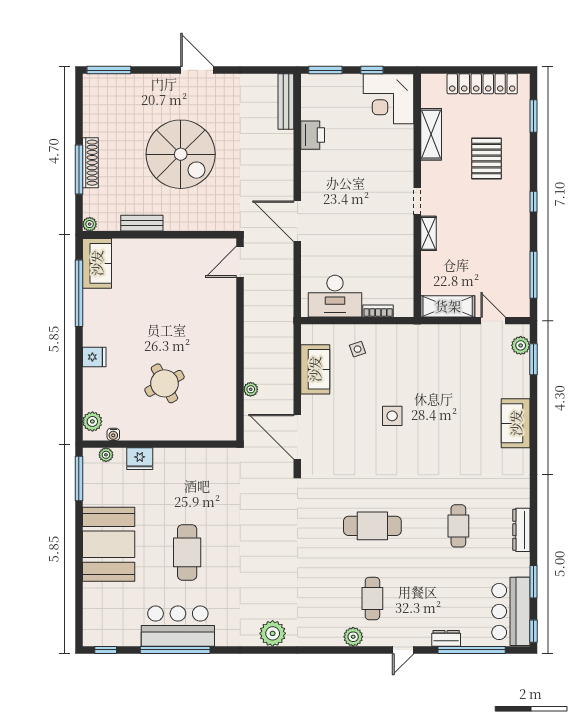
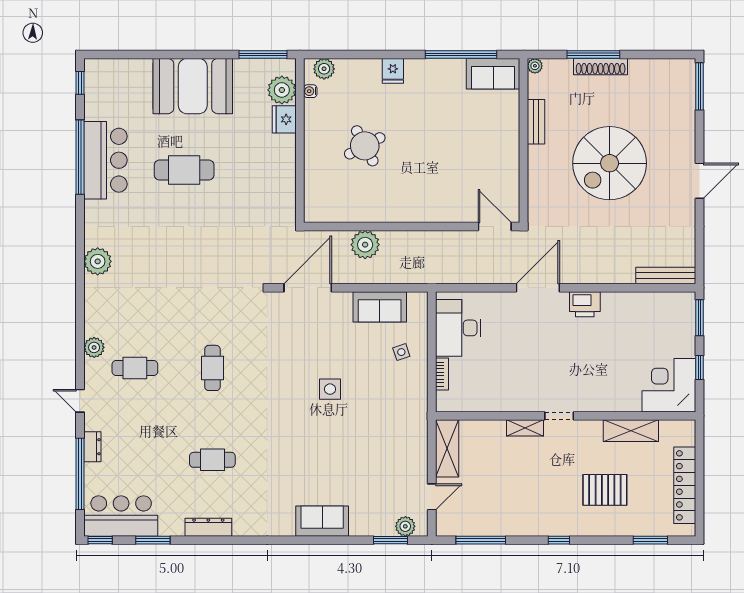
printer: (313, 135) -> (585, 304), moved
plant: (251, 389) -> (365, 245), width x1.88, depth x1.88
plant: (106, 455) -> (282, 90), width x1.88, depth x1.88
cafe table: (372, 526) -> (212, 368), width x0.73, depth x0.74

